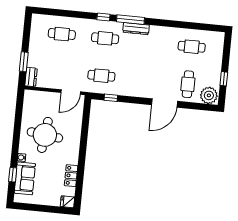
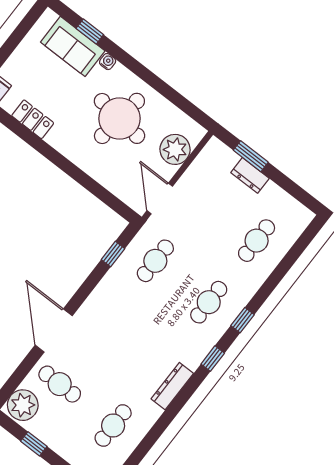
window: (130, 20) -> (213, 359), width x0.46
dresser: (136, 29) -> (172, 386), moved
dresser: (31, 77) -> (250, 175), moved
plant: (43, 100) -> (175, 149), added

